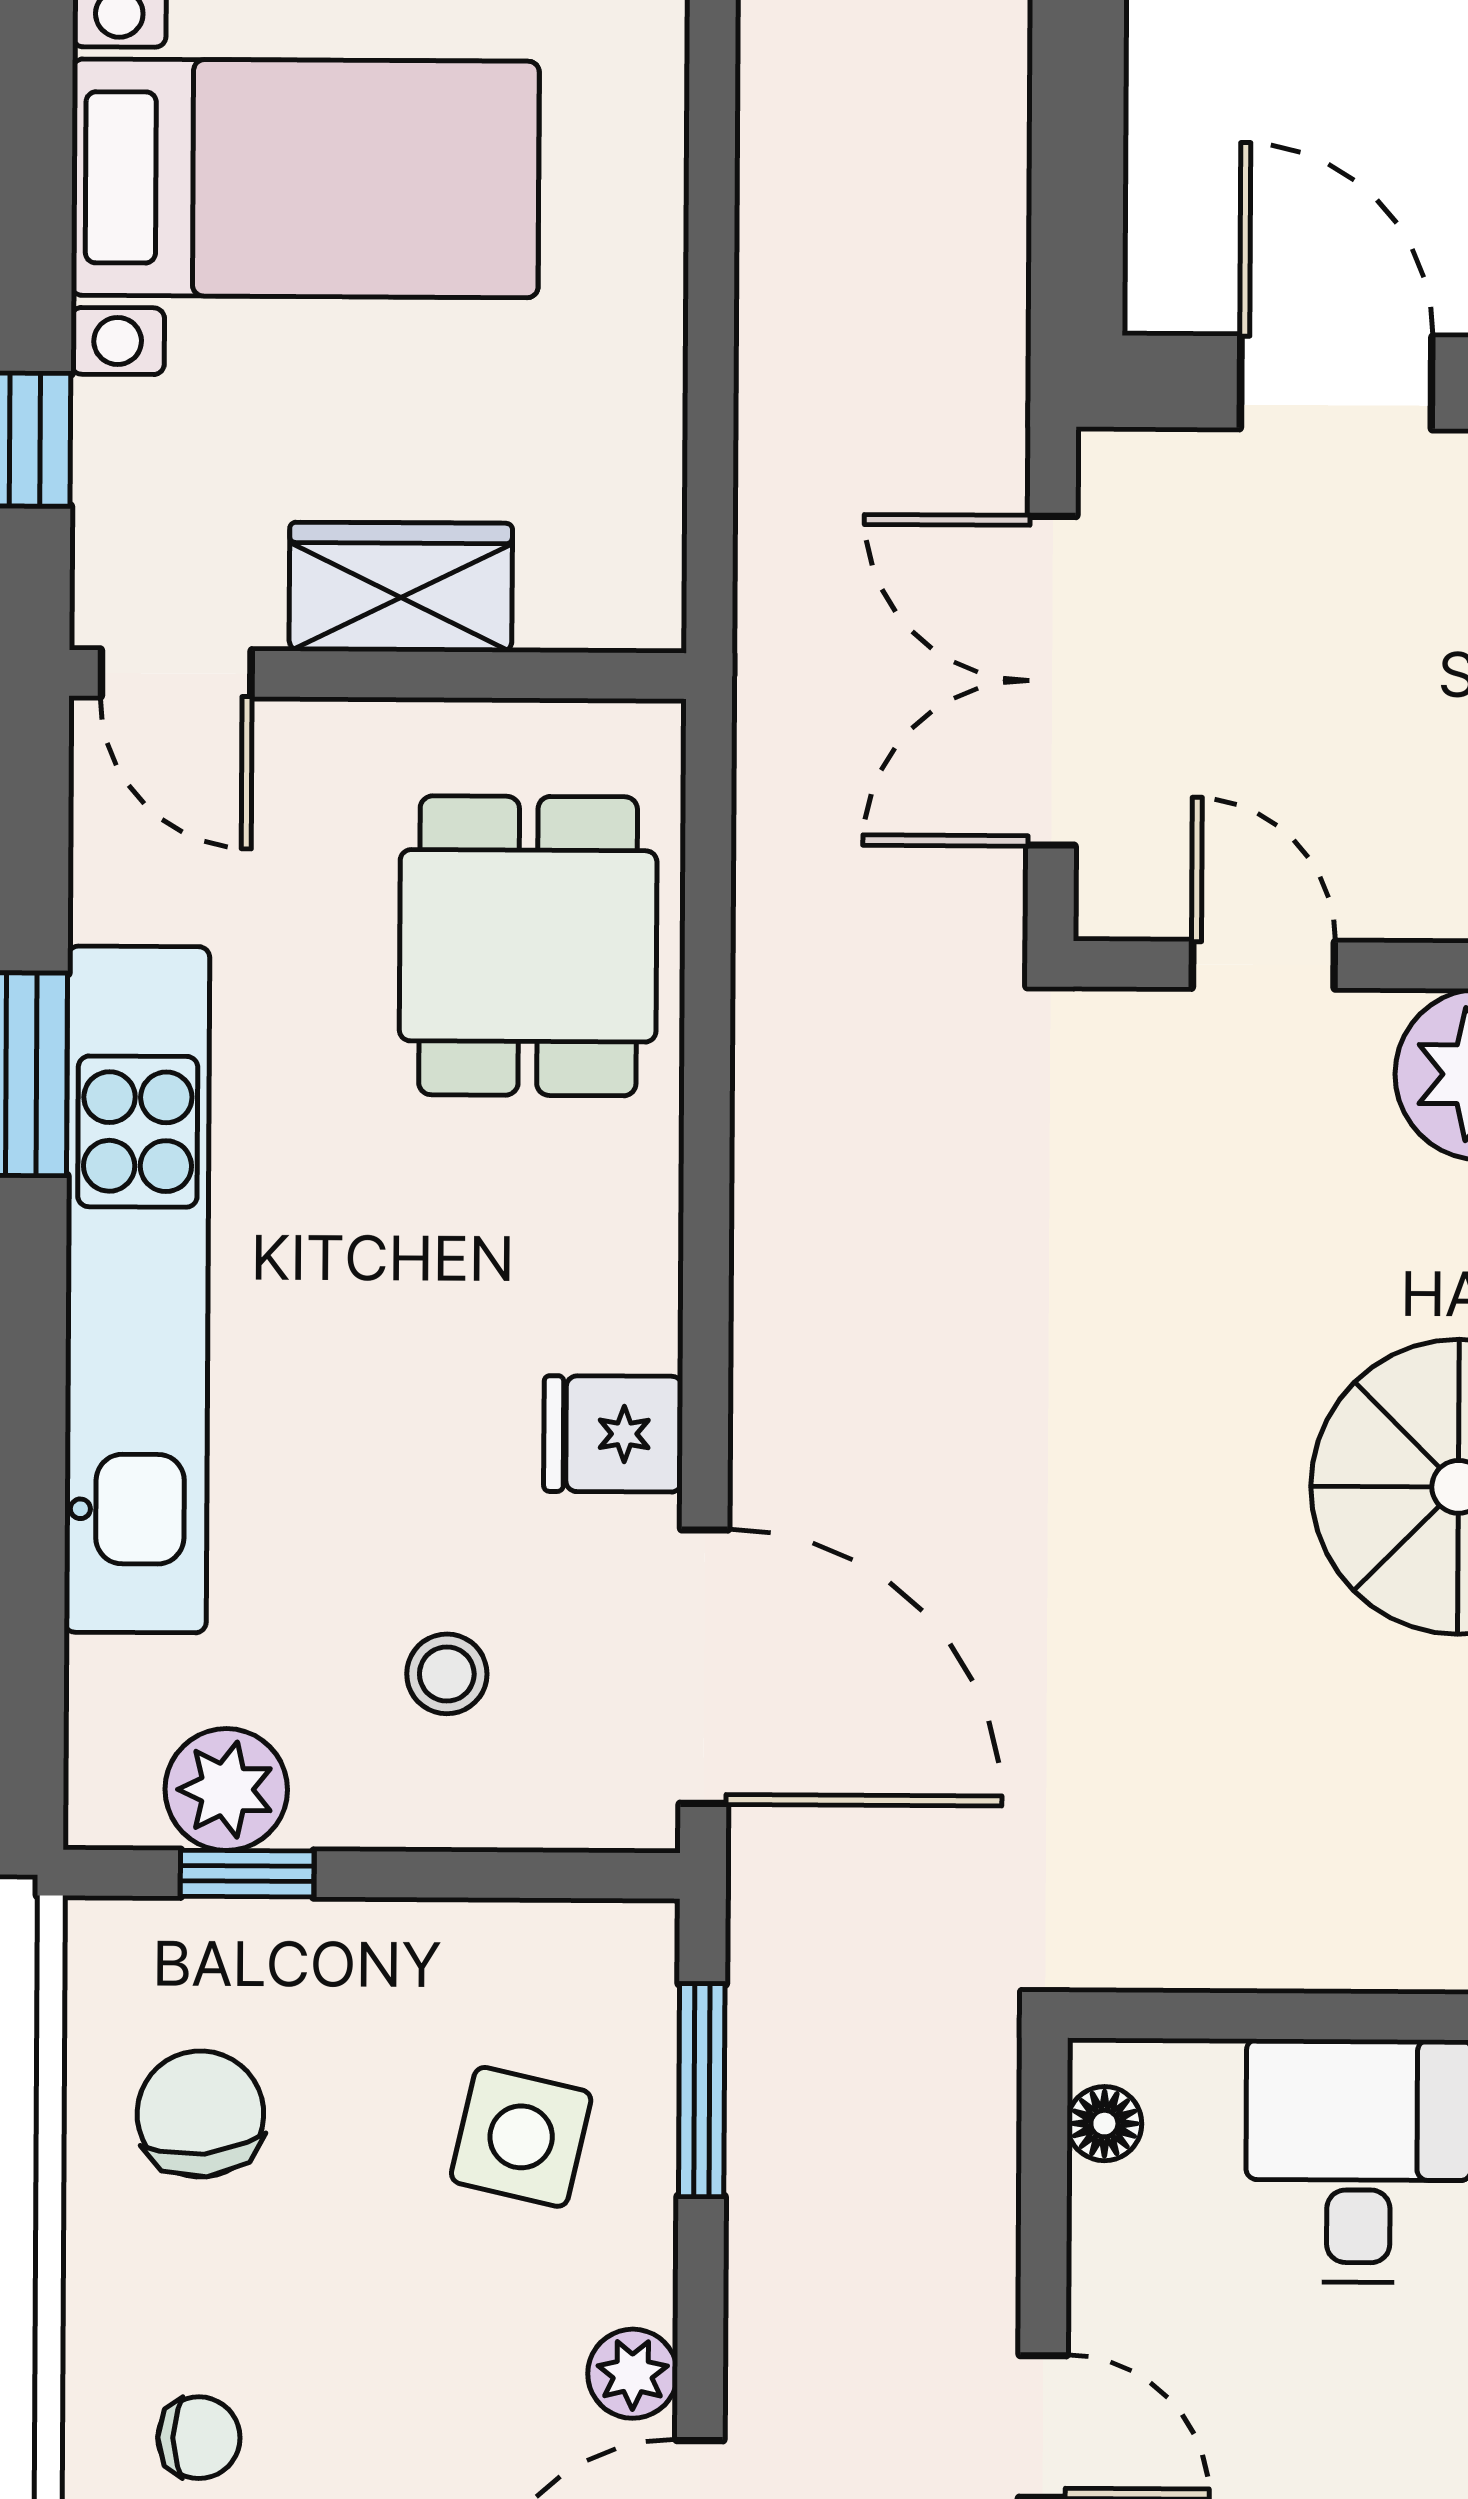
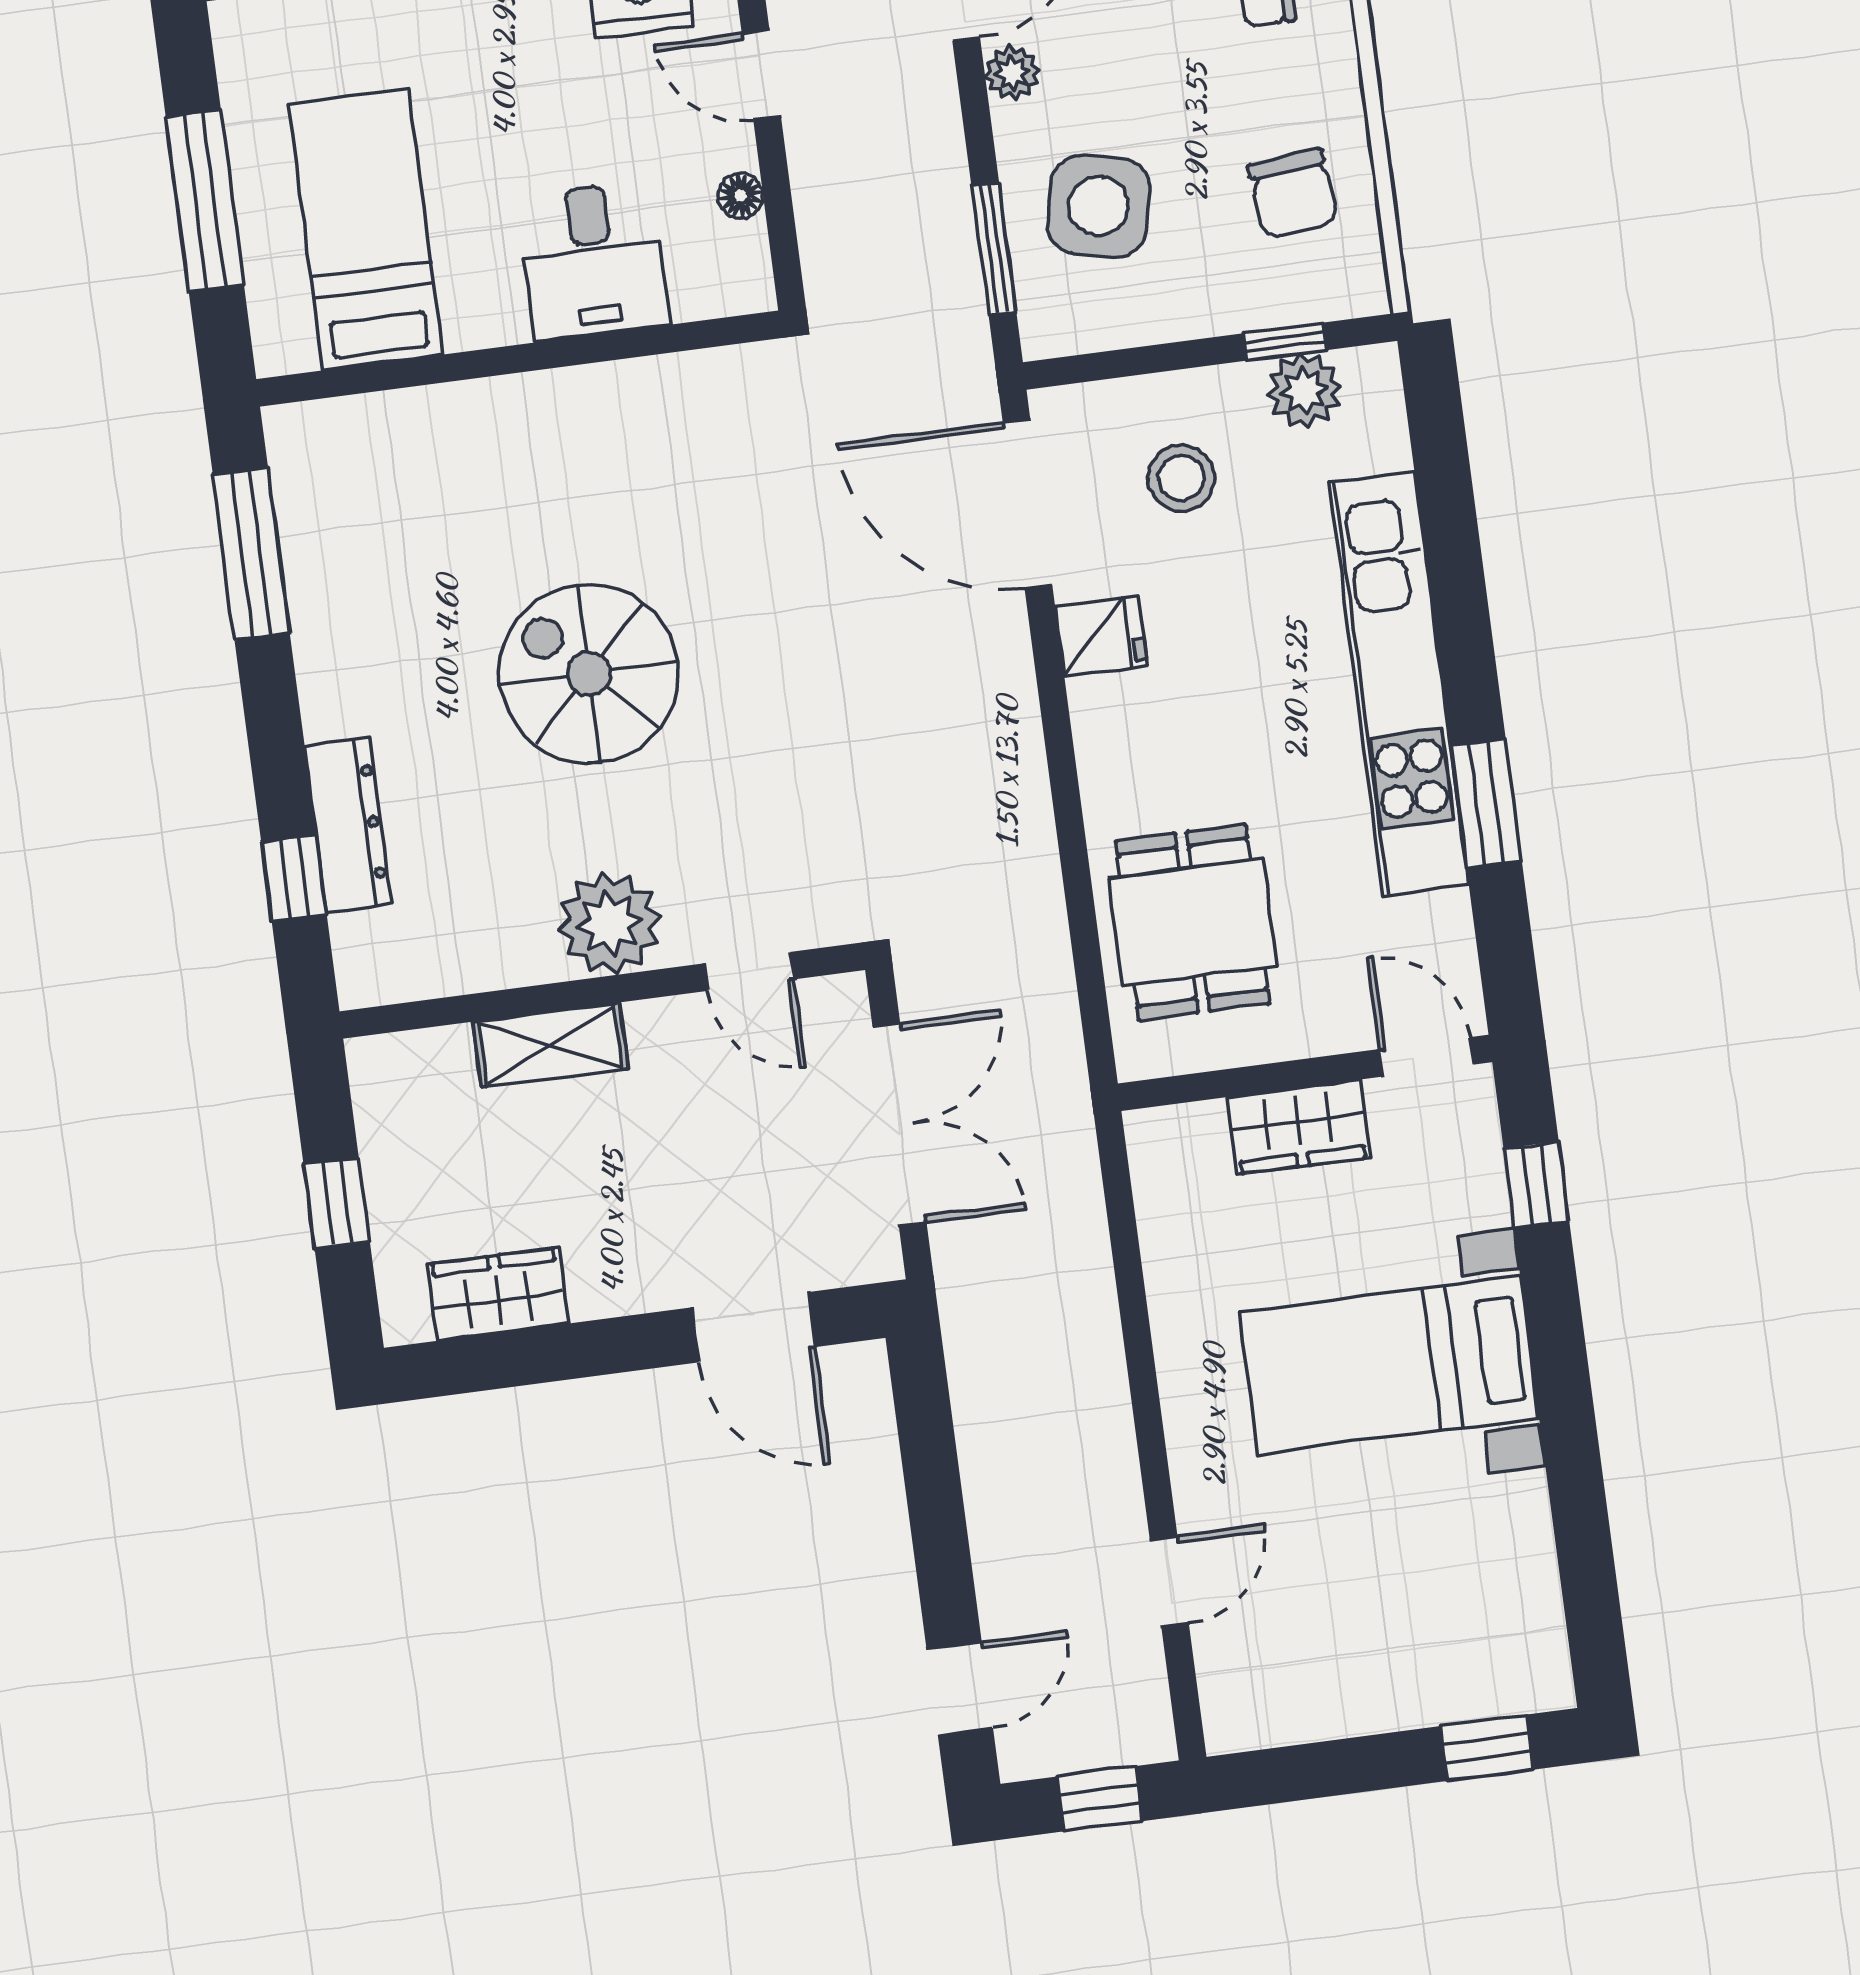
stool: (447, 1674) -> (1181, 478), width x1.37, depth x1.37
floor lamp: (1104, 2124) -> (740, 196), moved
side table: (521, 2137) -> (1099, 206), width x1.37, depth x1.37

